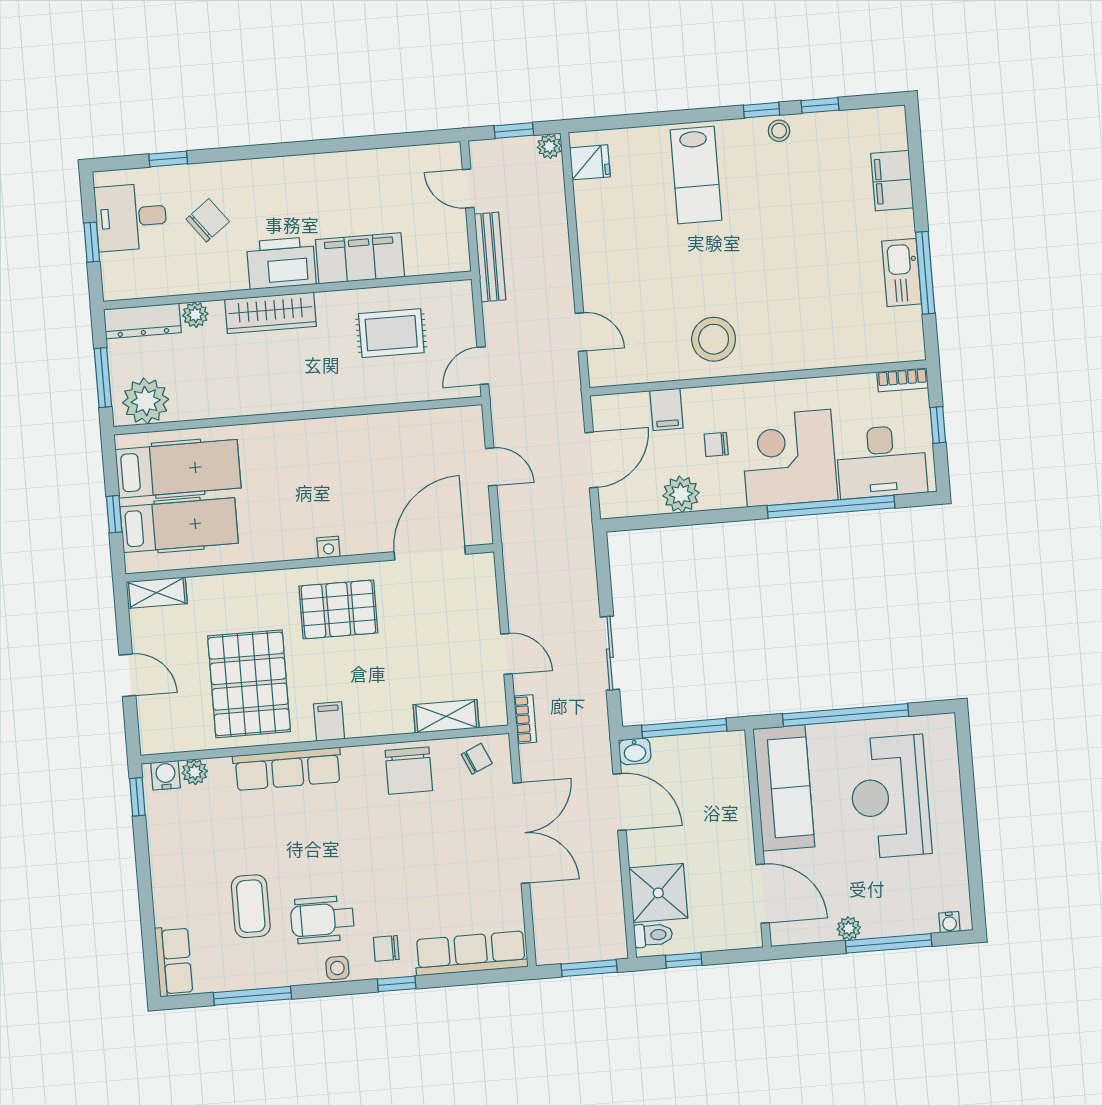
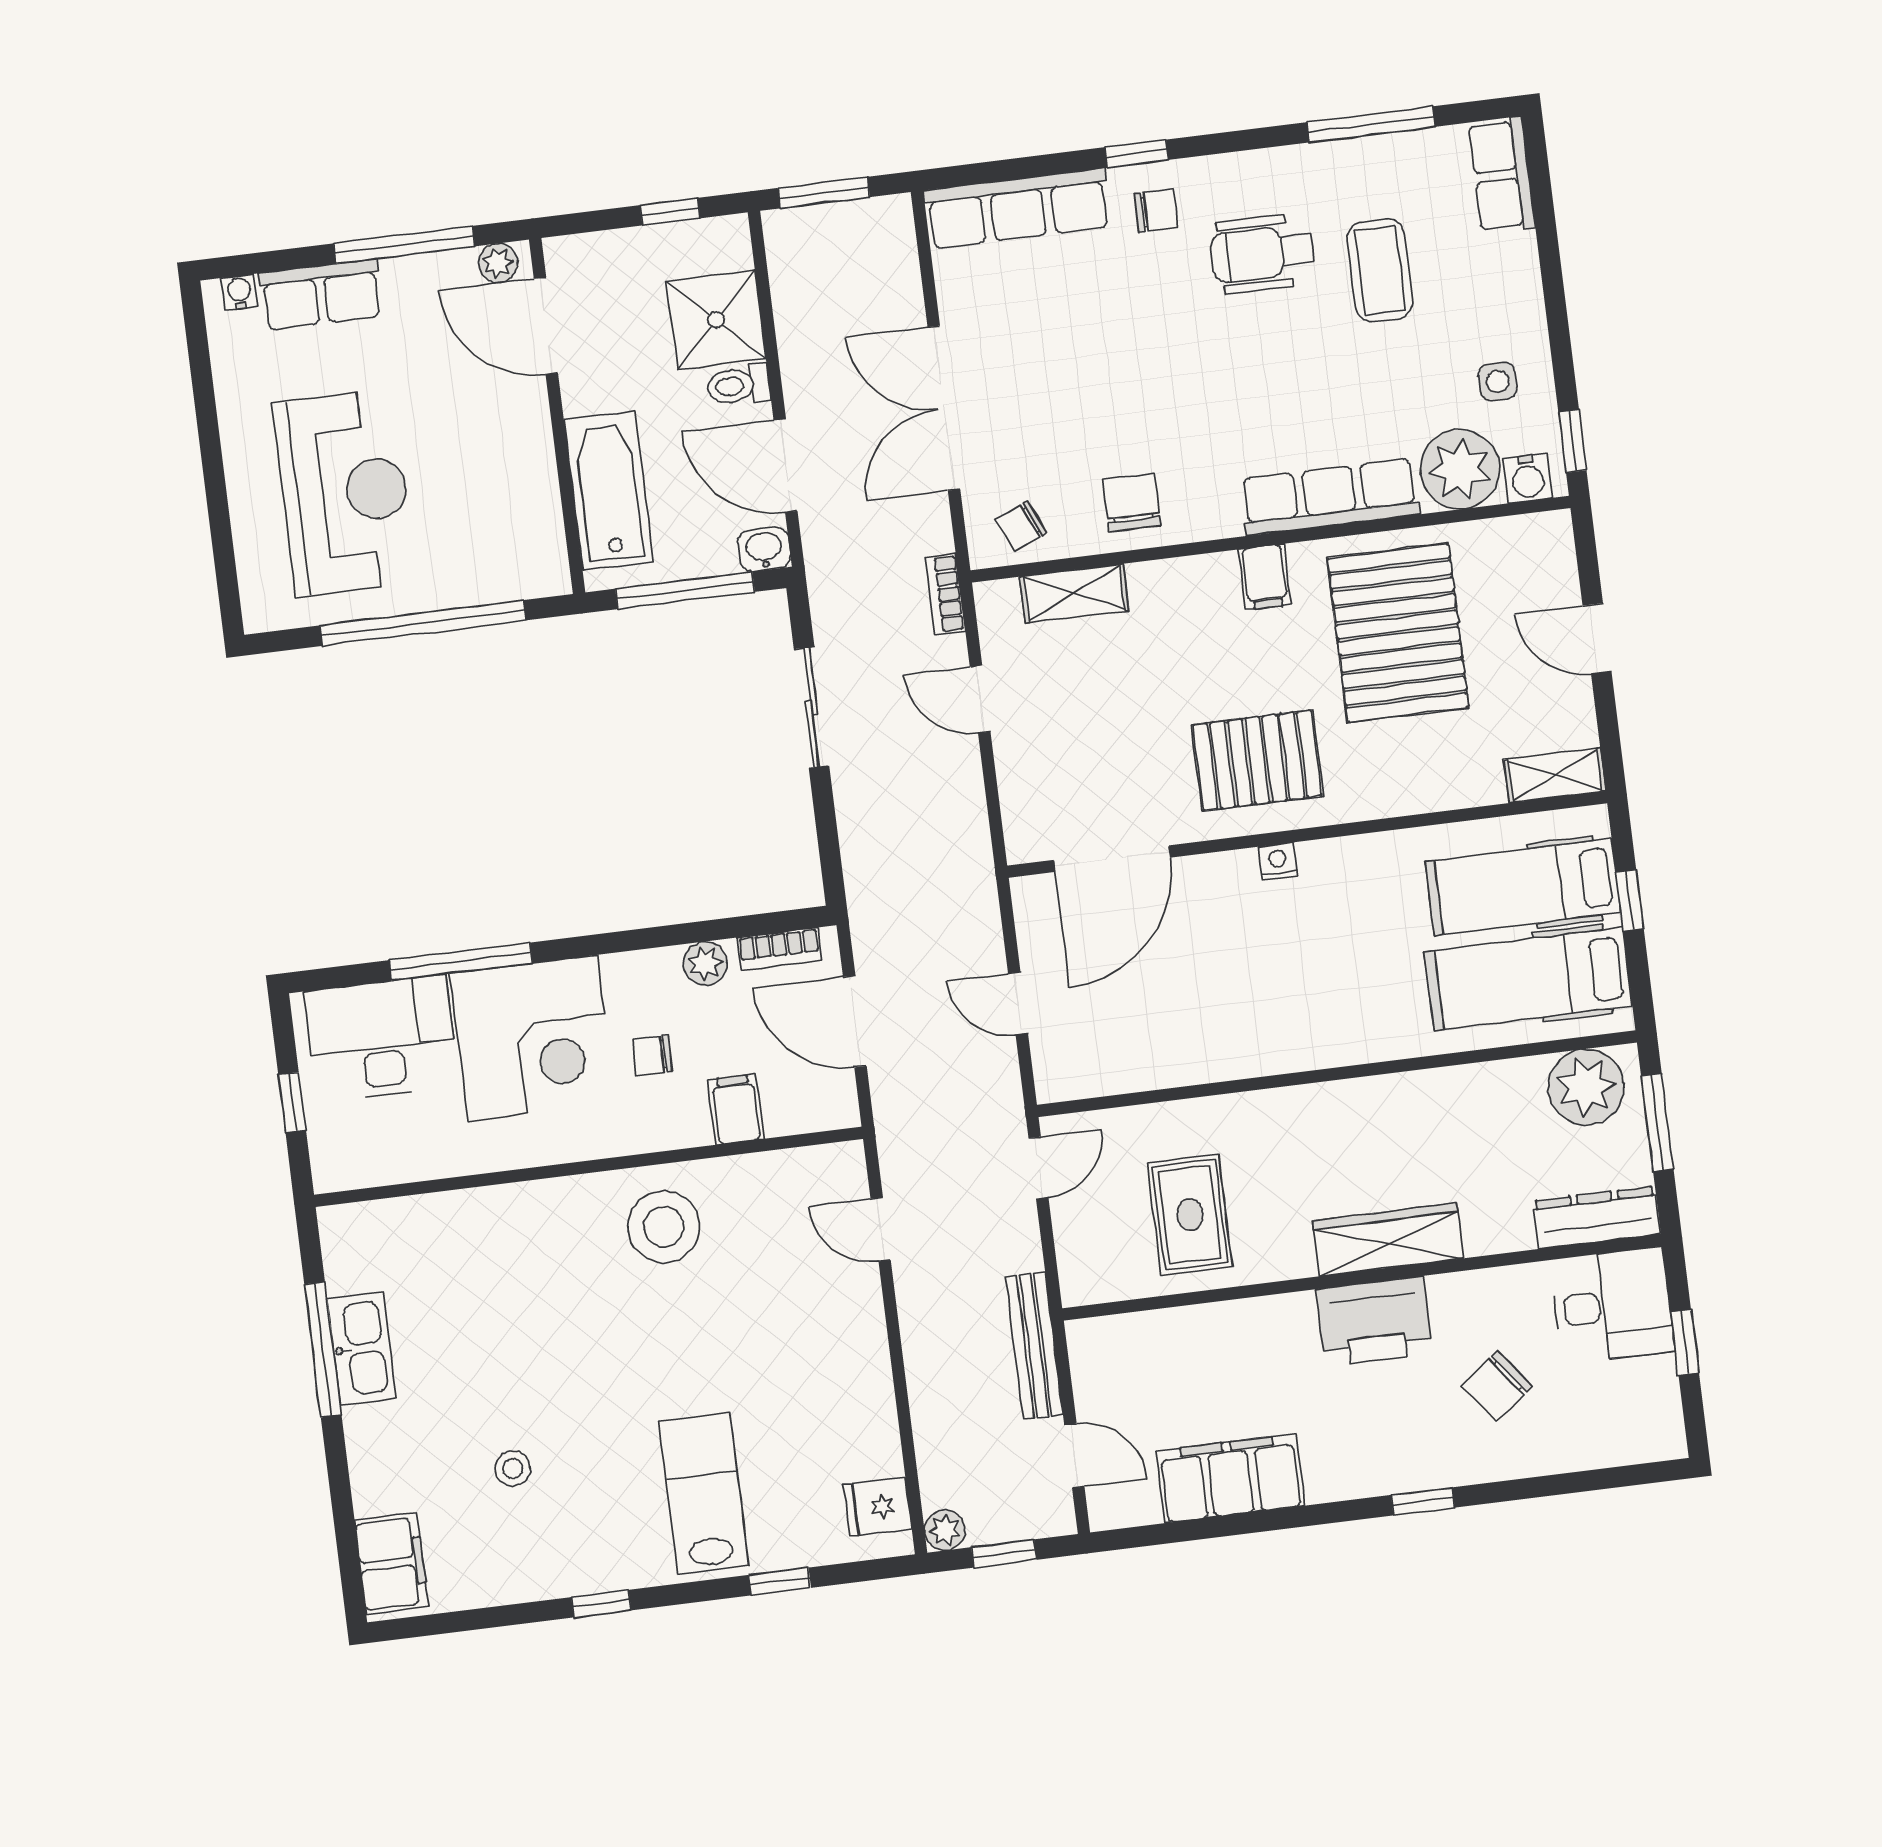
window: (820, 105) -> (780, 1581), moved
stool: (779, 131) -> (513, 1469), moved
window: (168, 159) -> (1423, 1501), moved
filing cabinet: (892, 181) -> (392, 1564), moved
desk: (131, 217) -> (1612, 1305), moved
filing cabinet: (360, 258) -> (1230, 1478), moved, turned 180
plant: (195, 315) -> (1511, 1231), removed
rug: (391, 333) -> (1190, 1215), turned 90
bookcase: (903, 380) -> (779, 949), moved, turned 180
chair: (716, 444) -> (652, 1055), turned 180
door: (591, 460) -> (855, 1021), hinge flipped
plant: (681, 494) -> (705, 964), width x0.73, depth x0.73
window: (831, 507) -> (461, 962), width x0.68
chair: (409, 771) -> (1131, 502), width x0.73, depth x0.73
plant: (195, 772) -> (1460, 469), width x1.87, depth x1.87
sofa: (784, 788) -> (518, 500), removed
bathtub: (728, 791) -> (609, 491), added
row of seats: (900, 918) -> (321, 295), added
wheelchair: (322, 920) -> (1262, 253), turned 180
plant: (849, 928) -> (498, 263), moved
toilet: (653, 935) -> (738, 385), moved
window: (889, 943) -> (404, 245), moved
side table: (337, 968) -> (1498, 381), moved

